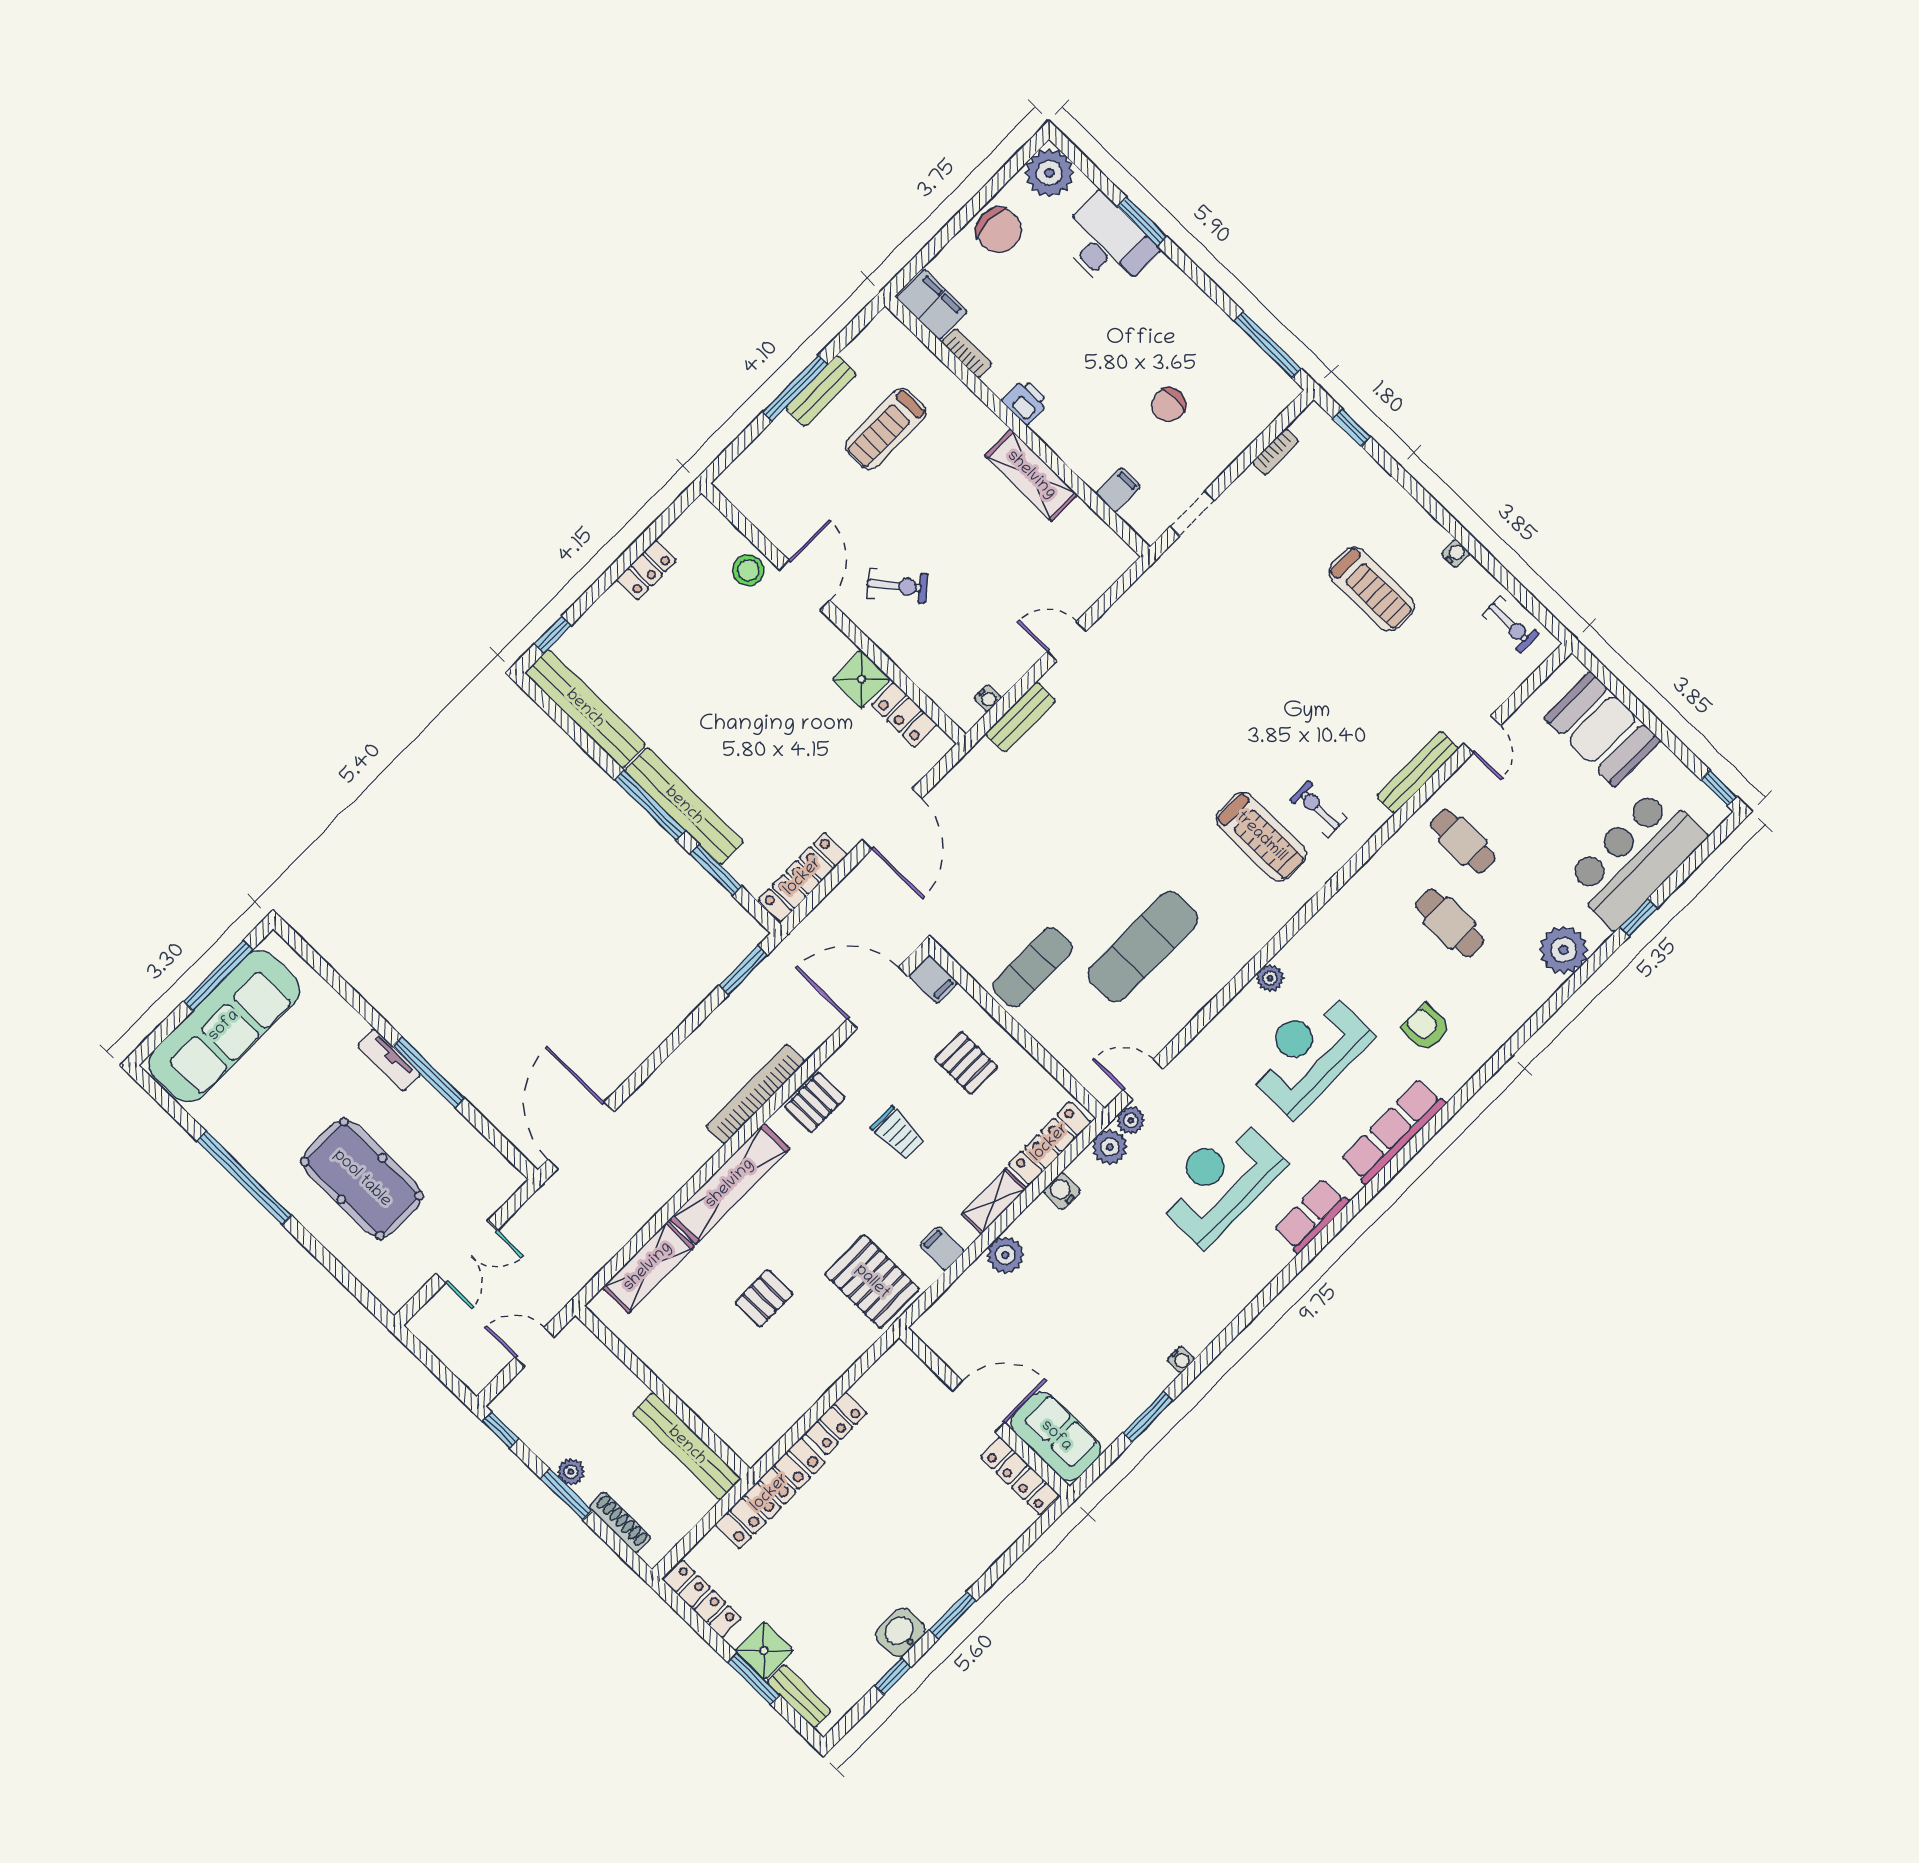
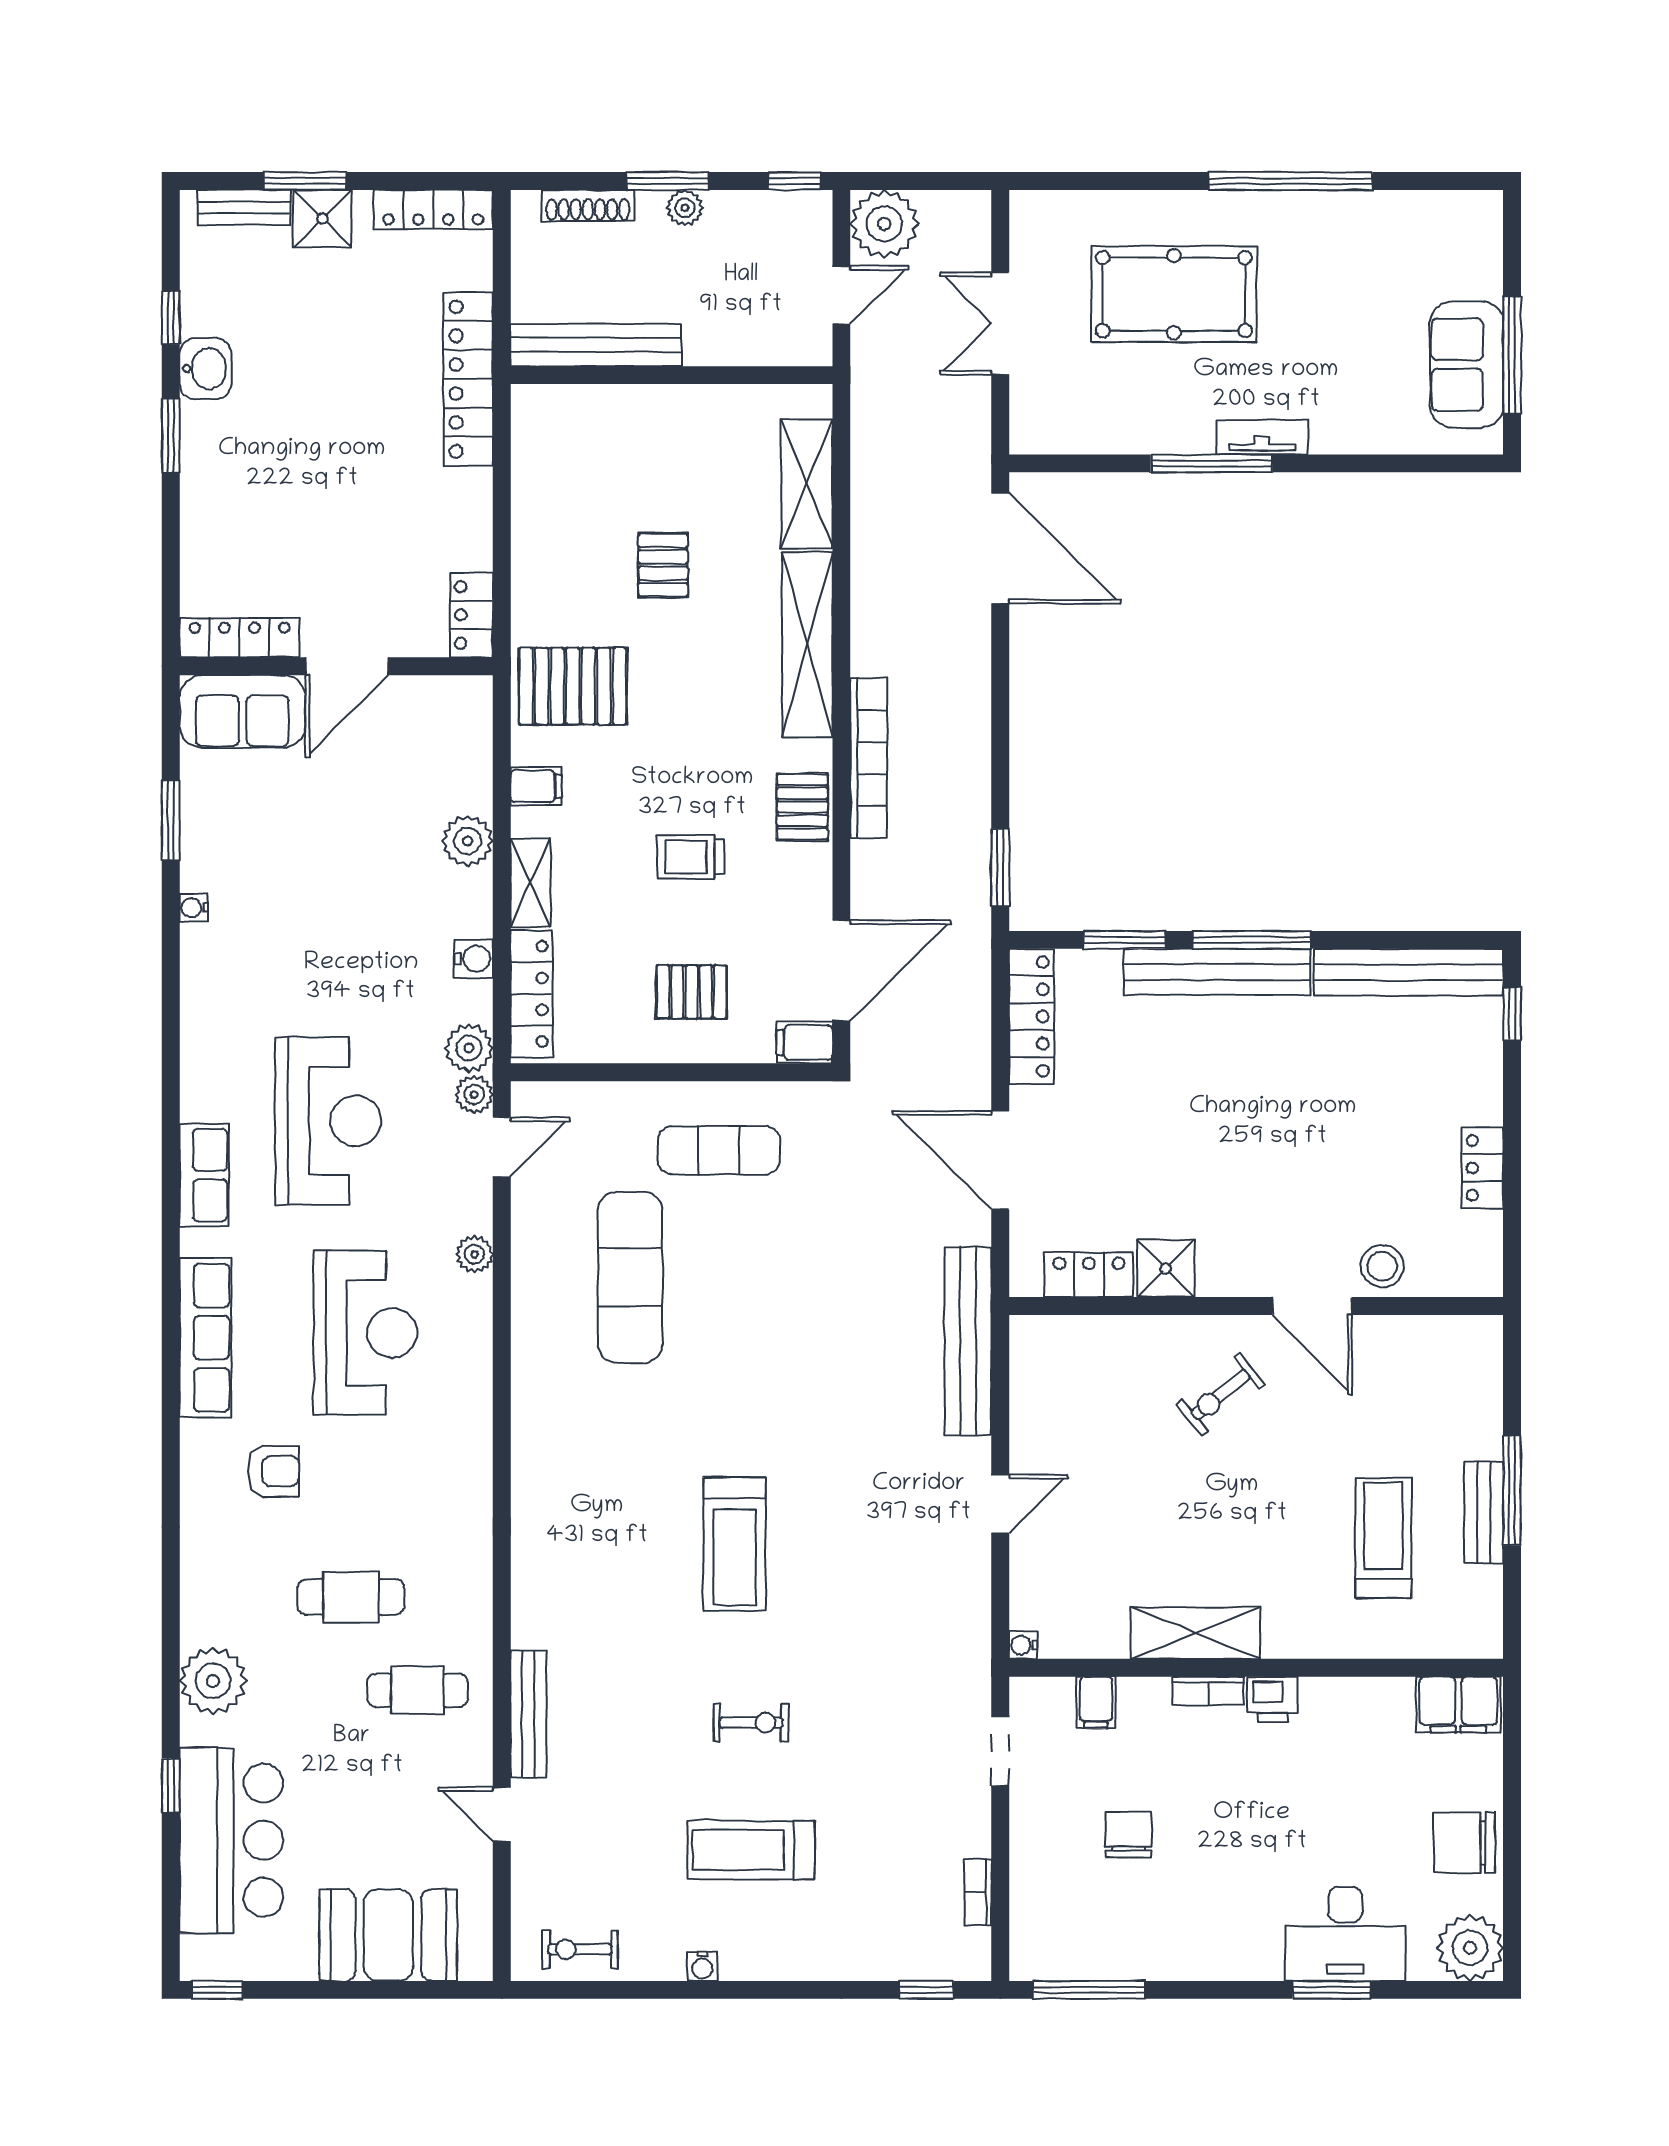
bookcase: (967, 353) -> (1208, 1691), moved
water cooler: (988, 698) -> (1023, 1645), moved
bench: (1021, 717) -> (968, 1341), width x1.86, depth x1.21
exercise bike: (1318, 809) -> (751, 1723), moved
treadmill: (1261, 837) -> (735, 1544), moved, turned -90
exercise mat: (1032, 967) -> (719, 1150), turned 90
plant: (1270, 978) -> (475, 1254), moved
sofa: (224, 1026) -> (1467, 365), width x0.54, depth x0.79
plant: (476, 1362) -> (884, 224), added
locker: (836, 1423) -> (471, 615), moved

